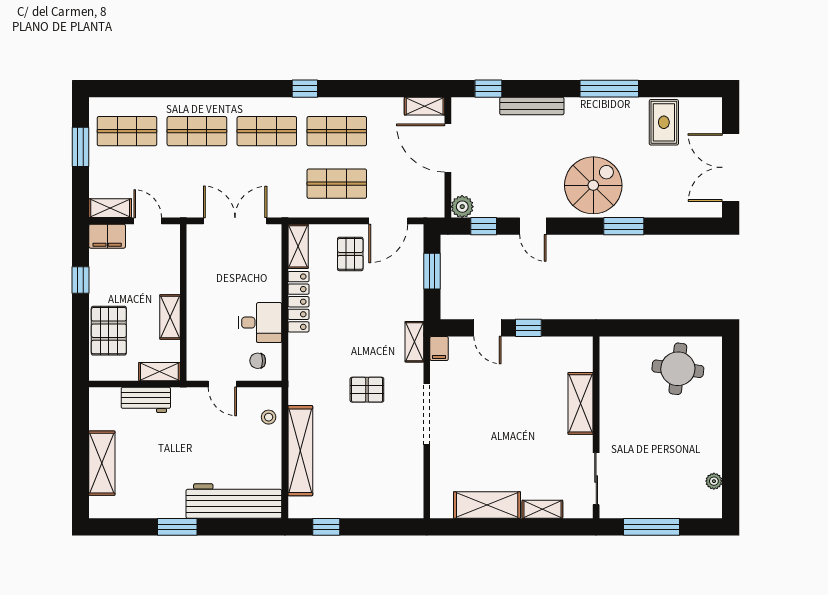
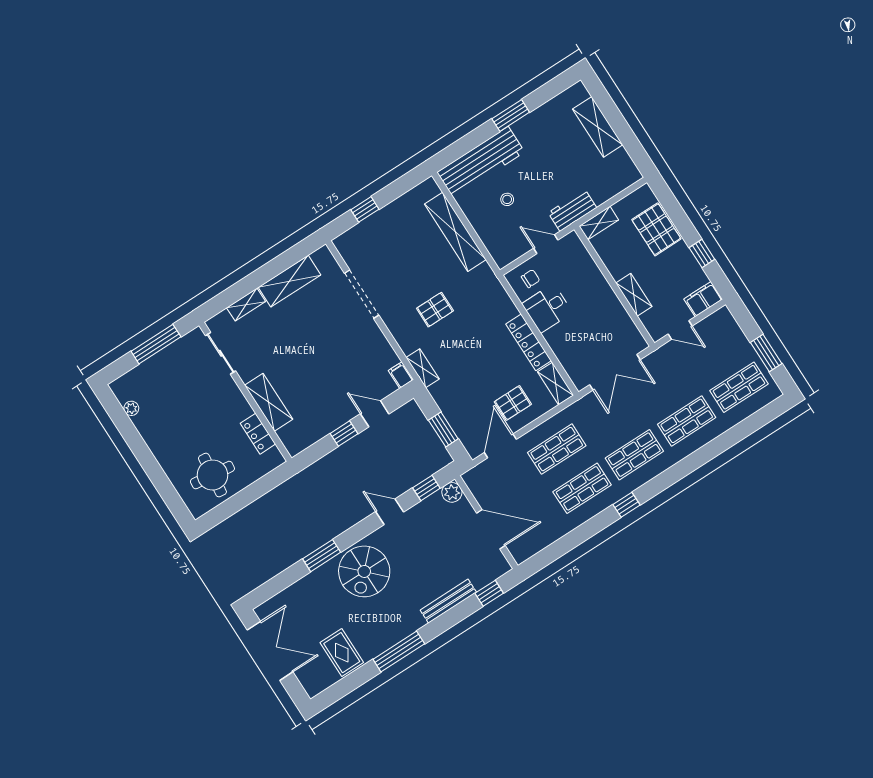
shelving: (425, 106) -> (528, 549), removed
shelving: (110, 208) -> (714, 322), removed
pallet: (350, 254) -> (513, 403), turned 90
shelving: (170, 317) -> (634, 295), moved
locker: (610, 380) -> (258, 434), added
workbench: (146, 400) -> (572, 210), moved
doorway: (427, 414) -> (362, 294), moved
stool: (269, 417) -> (507, 199), moved
window: (326, 527) -> (365, 209), moved

